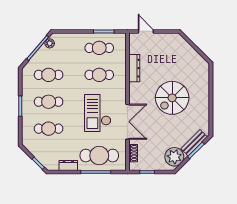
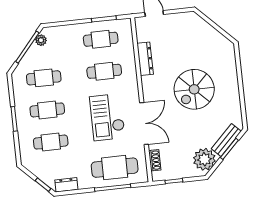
dresser: (68, 165) -> (66, 185), moved

